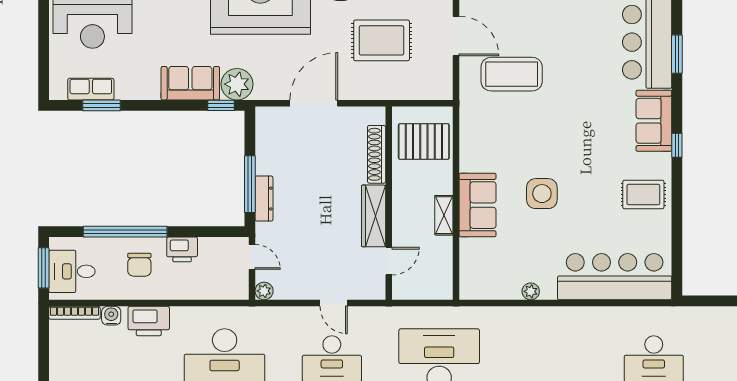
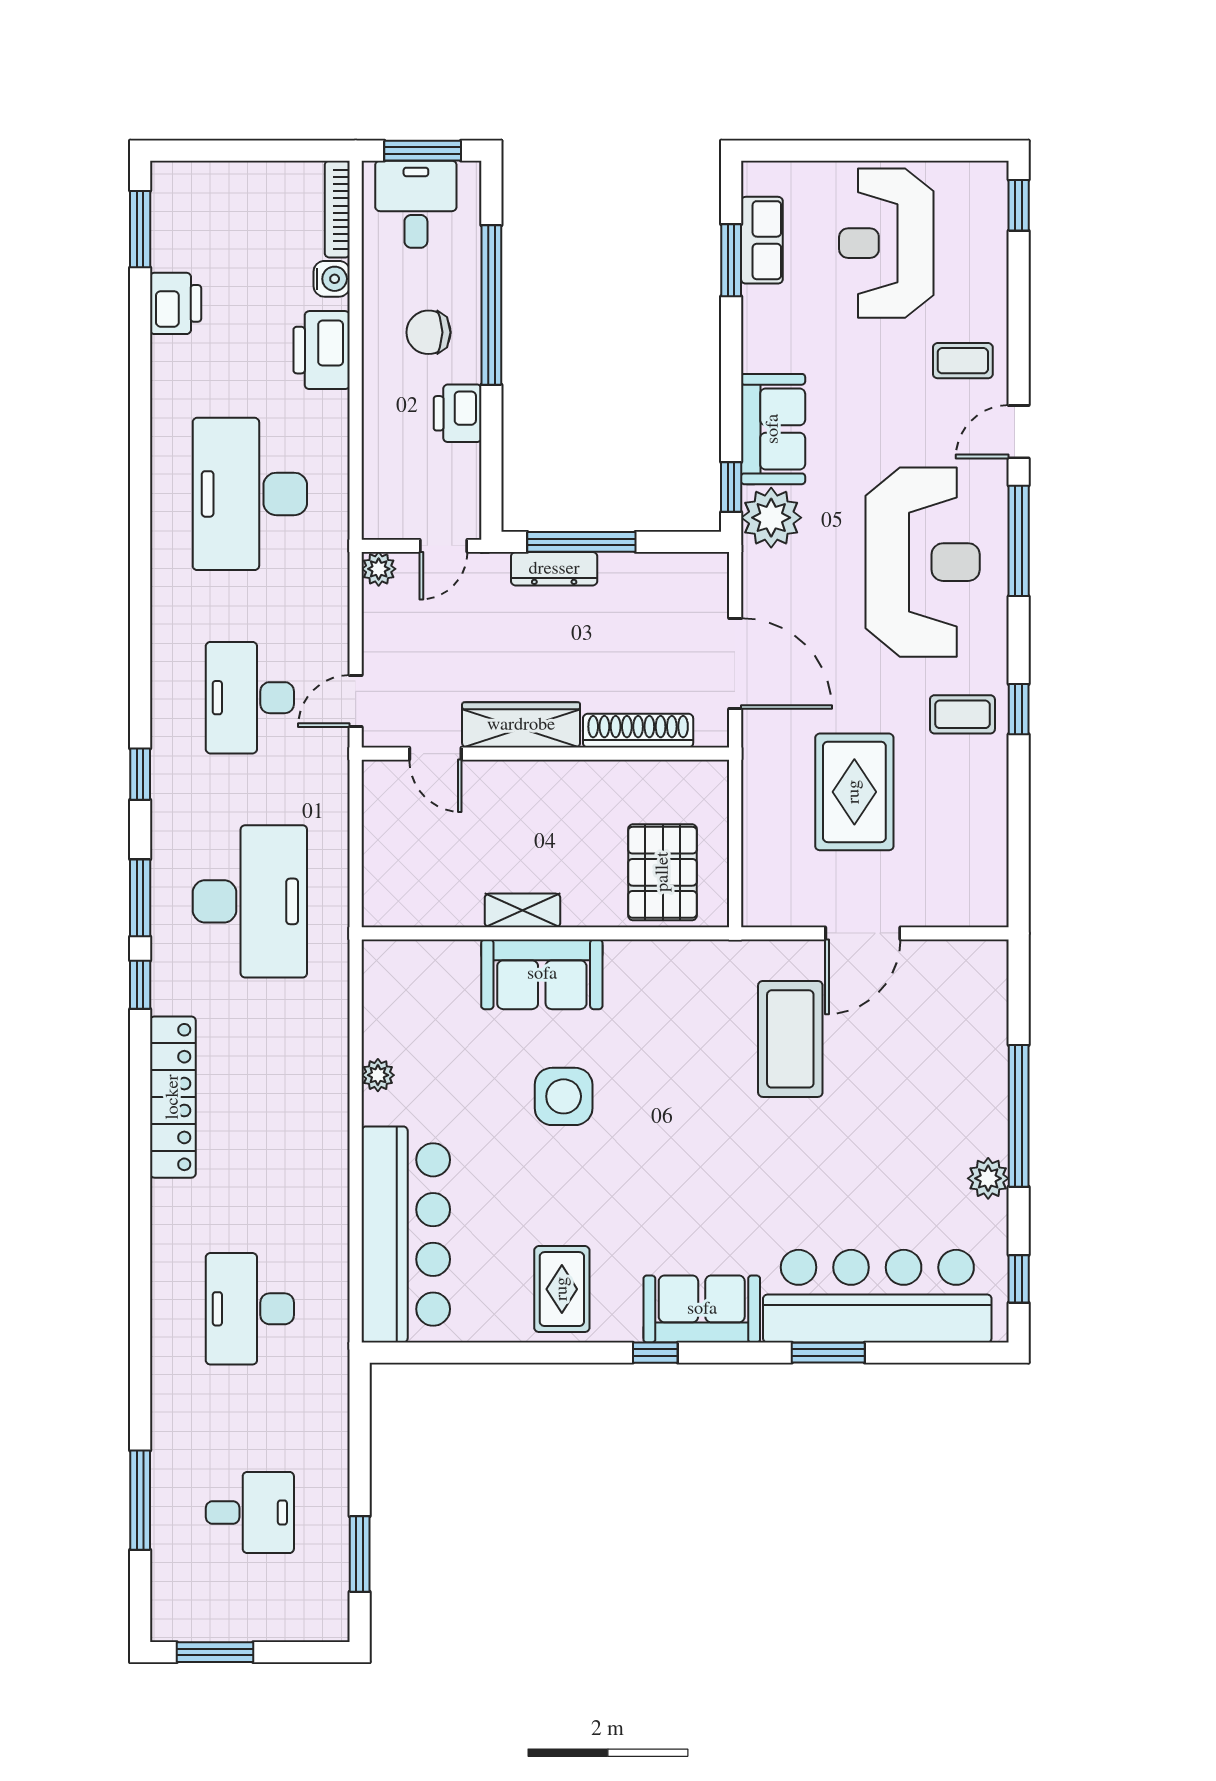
shoe rack: (377, 154) -> (638, 731), moved
wall: (389, 203) -> (545, 754), moved
wardrobe: (374, 216) -> (521, 725), moved
door: (389, 261) -> (435, 754), moved

